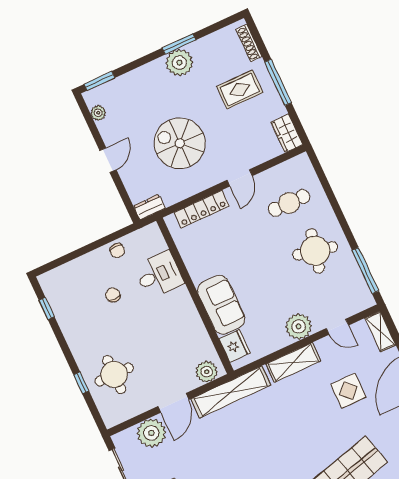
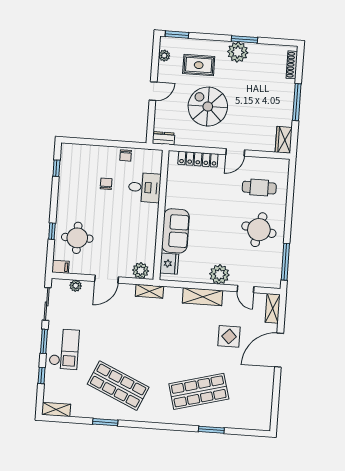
rug: (240, 90) -> (199, 65), moved
shelving: (231, 392) -> (149, 291), width x0.45, depth x0.75
filing cabinet: (113, 418) -> (60, 267), added
plant: (151, 433) -> (76, 286), width x0.53, depth x0.53

